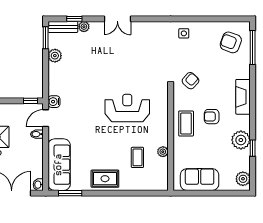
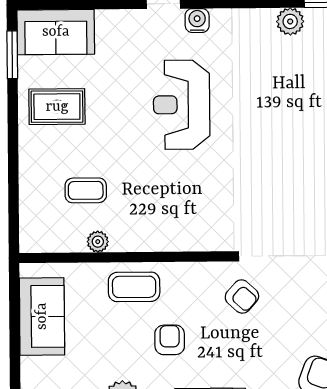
reception desk: (127, 108) -> (182, 105), moved, turned 180
coffee table: (186, 123) -> (134, 287), moved
sofa: (59, 165) -> (56, 32), width x0.73
rug: (105, 179) -> (57, 107), moved, turned 90

